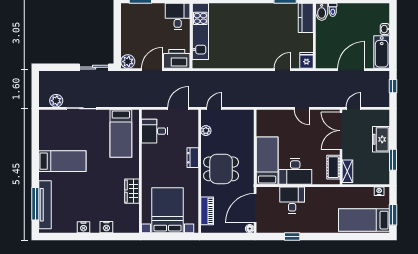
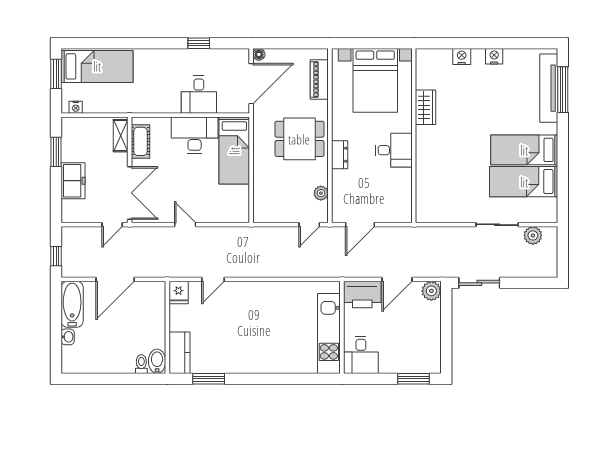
desk: (154, 131) -> (394, 150), moved
bed: (121, 133) -> (524, 182), moved, turned -90

